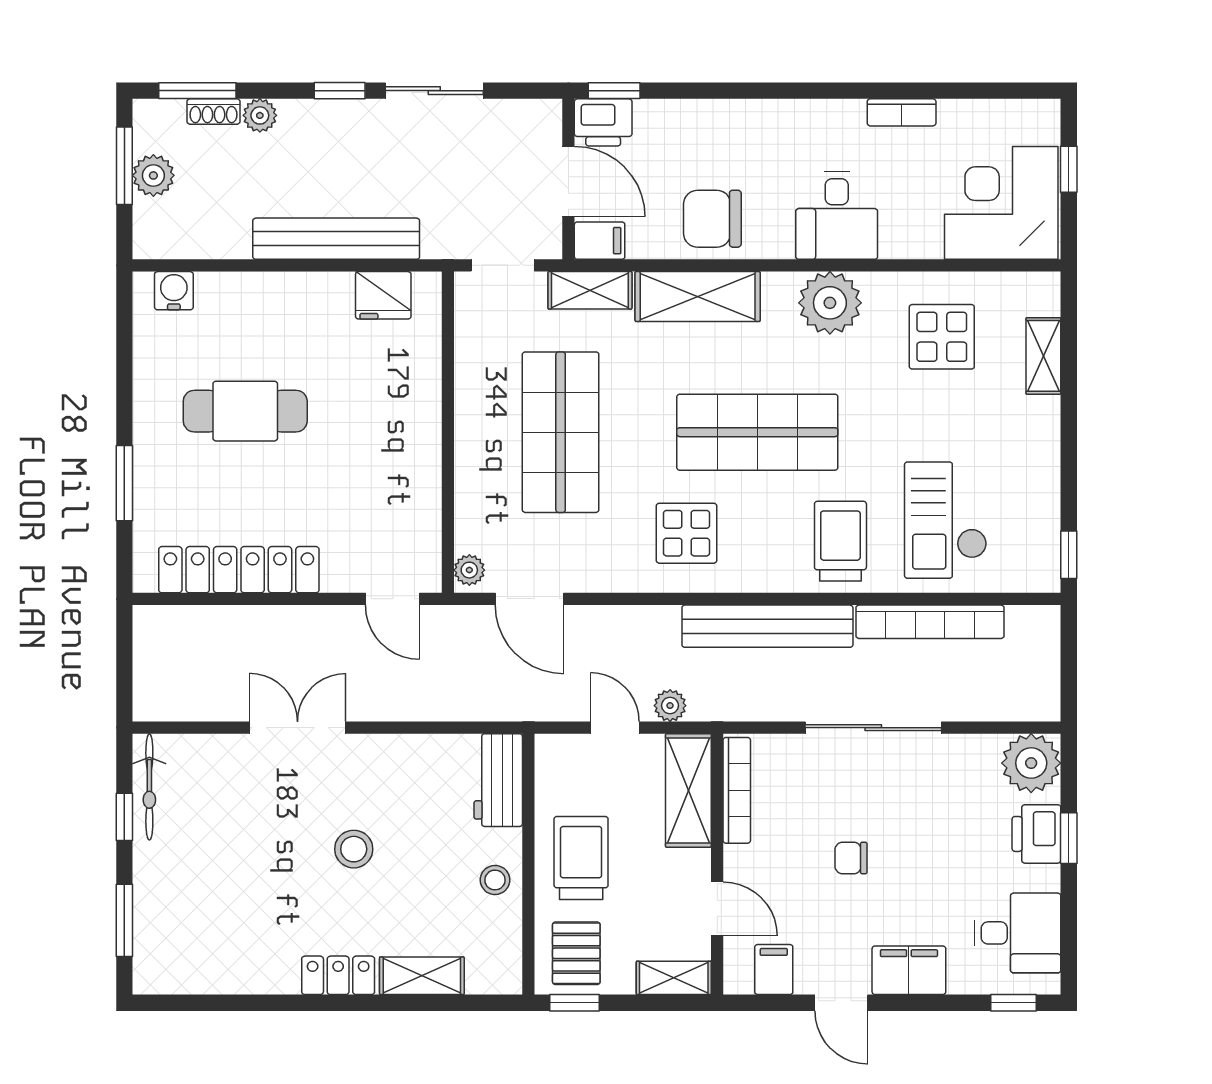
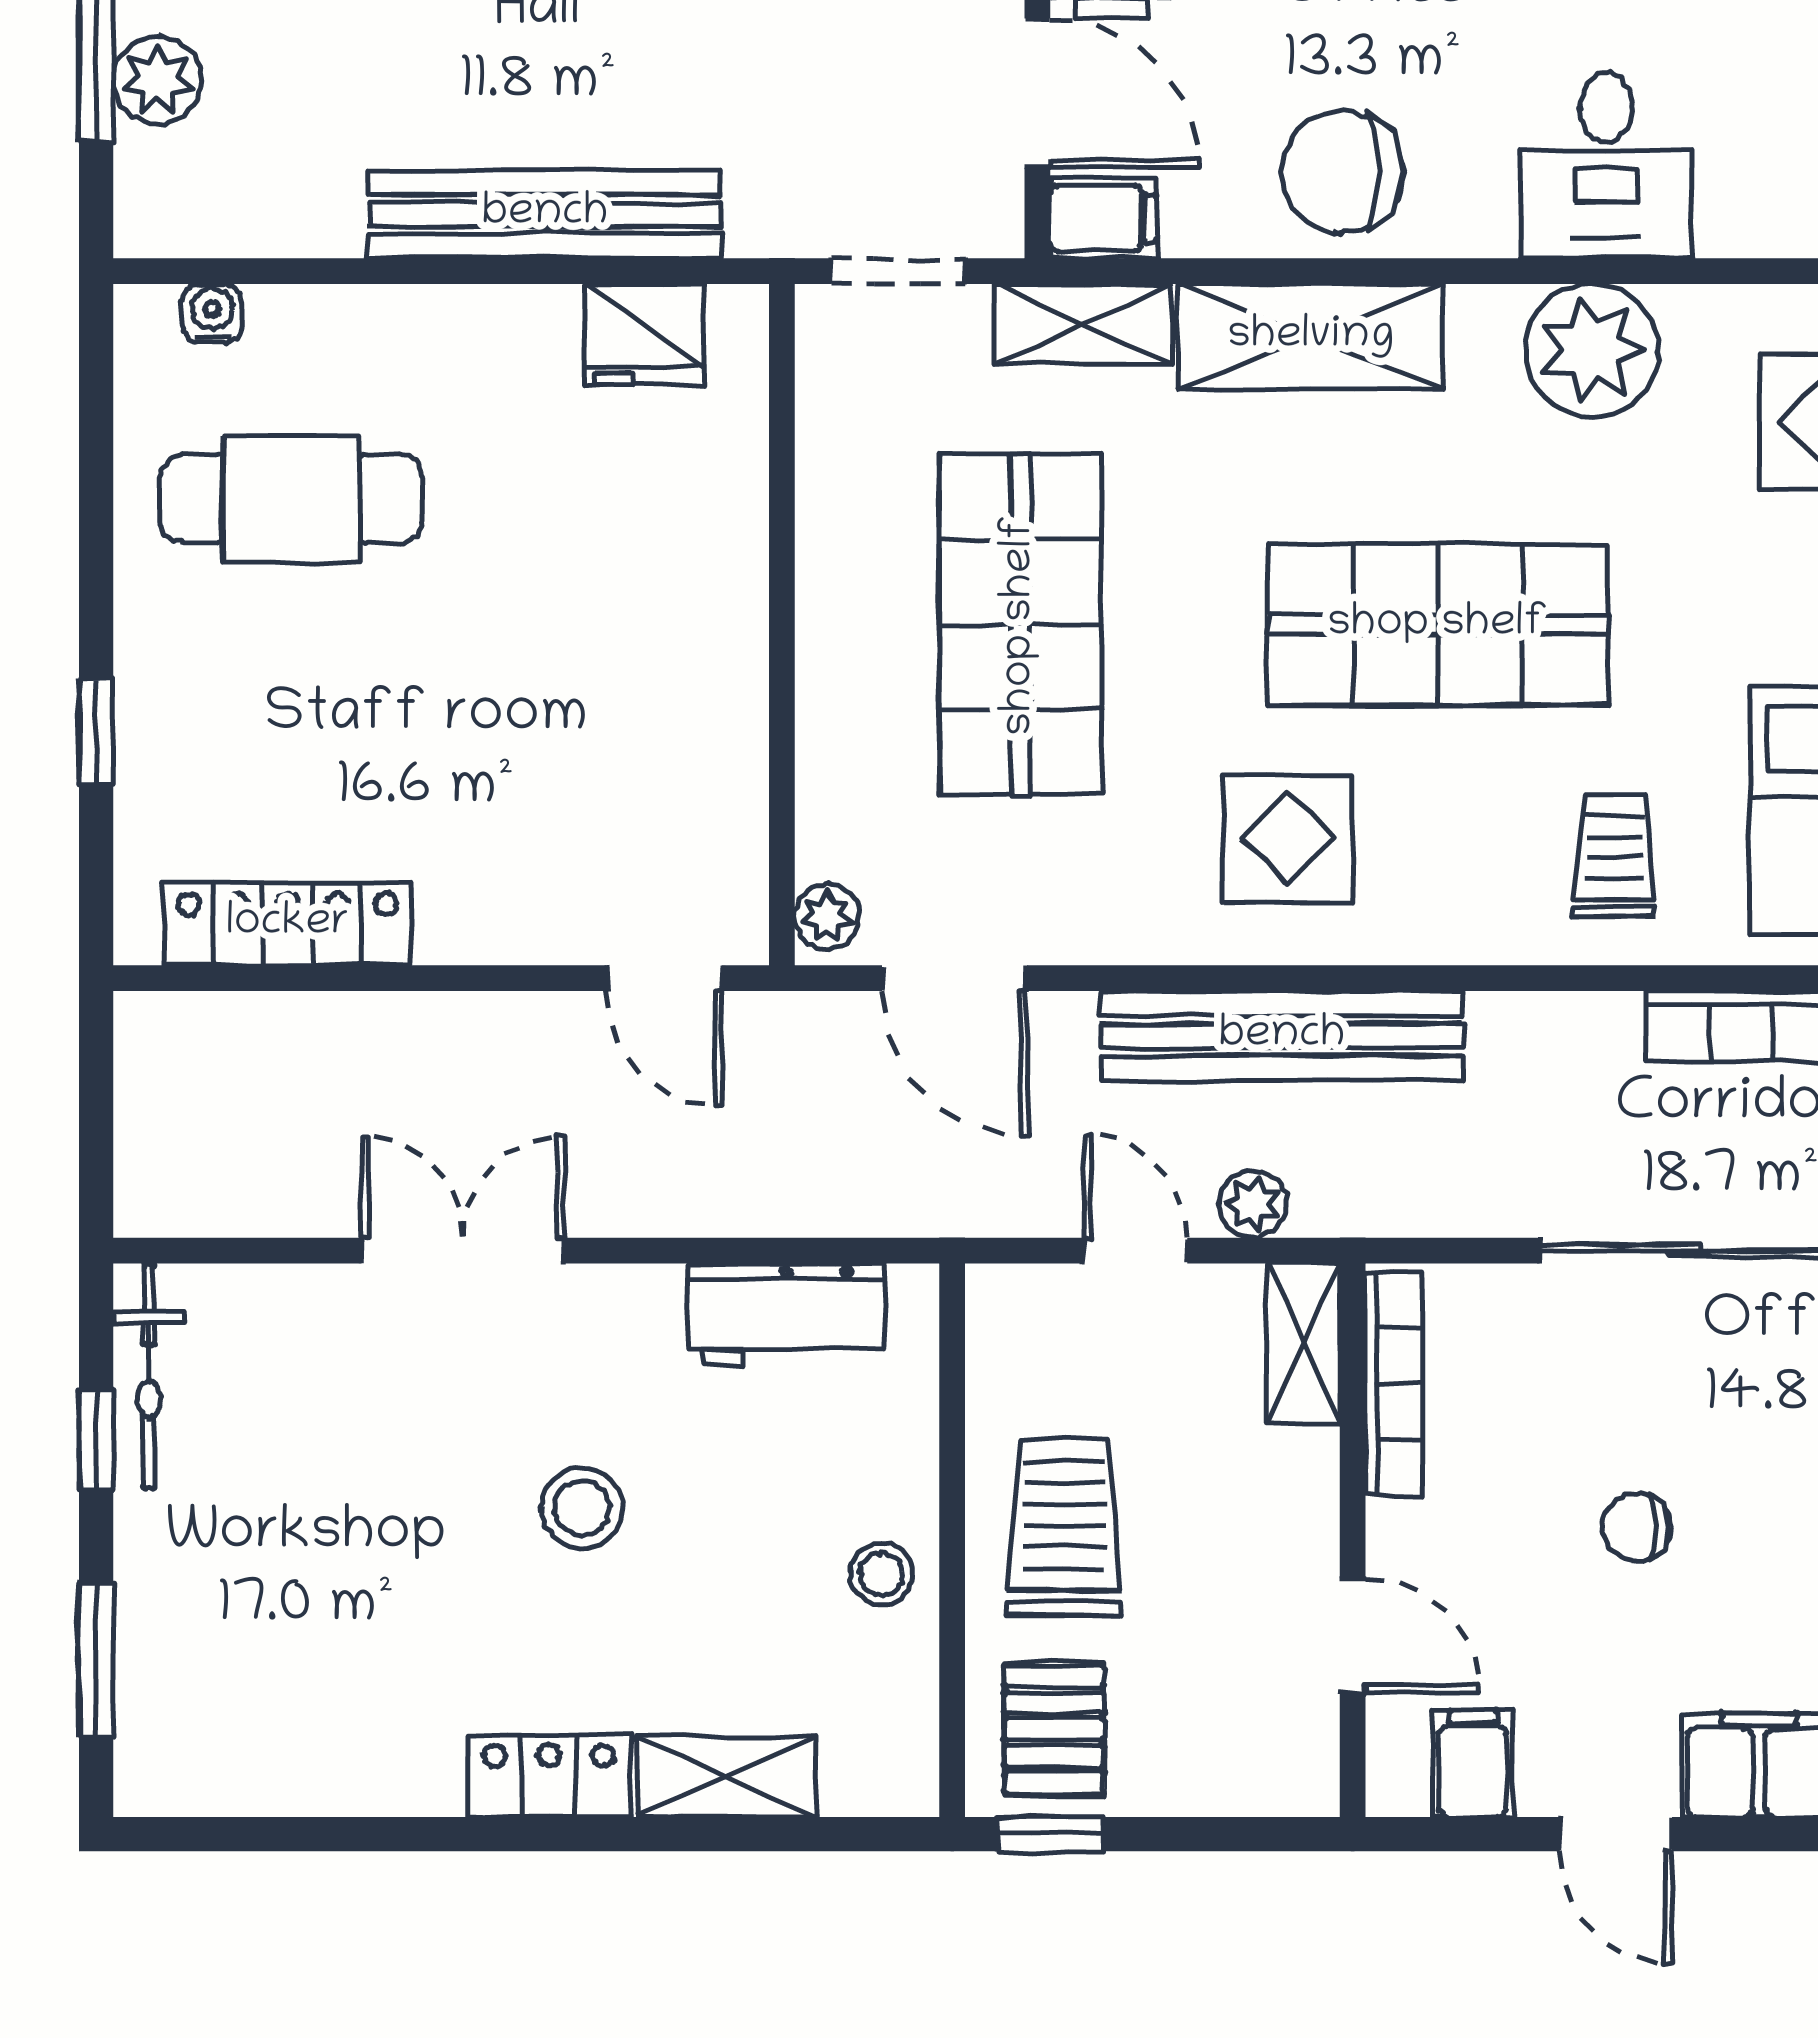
water cooler: (174, 291) -> (212, 313), width x0.72, depth x0.72
cafe table: (245, 411) -> (291, 499), moved
window: (124, 483) -> (96, 732), width x0.67
trolley: (840, 541) -> (1614, 855), width x0.73, depth x0.72
locker: (239, 570) -> (288, 924), width x0.71, depth x0.83
bench: (767, 626) -> (1282, 1036), moved
workbench: (498, 780) -> (787, 1314), moved, turned -90
shelving: (688, 790) -> (1304, 1344), width x0.67, depth x0.75
shelving: (674, 978) -> (1261, 1781), removed

